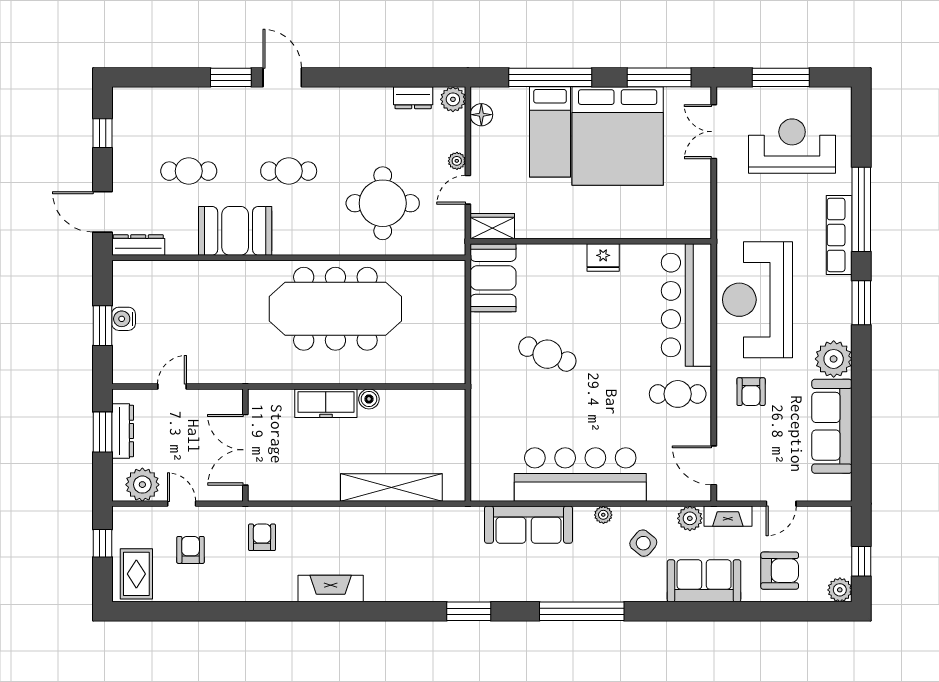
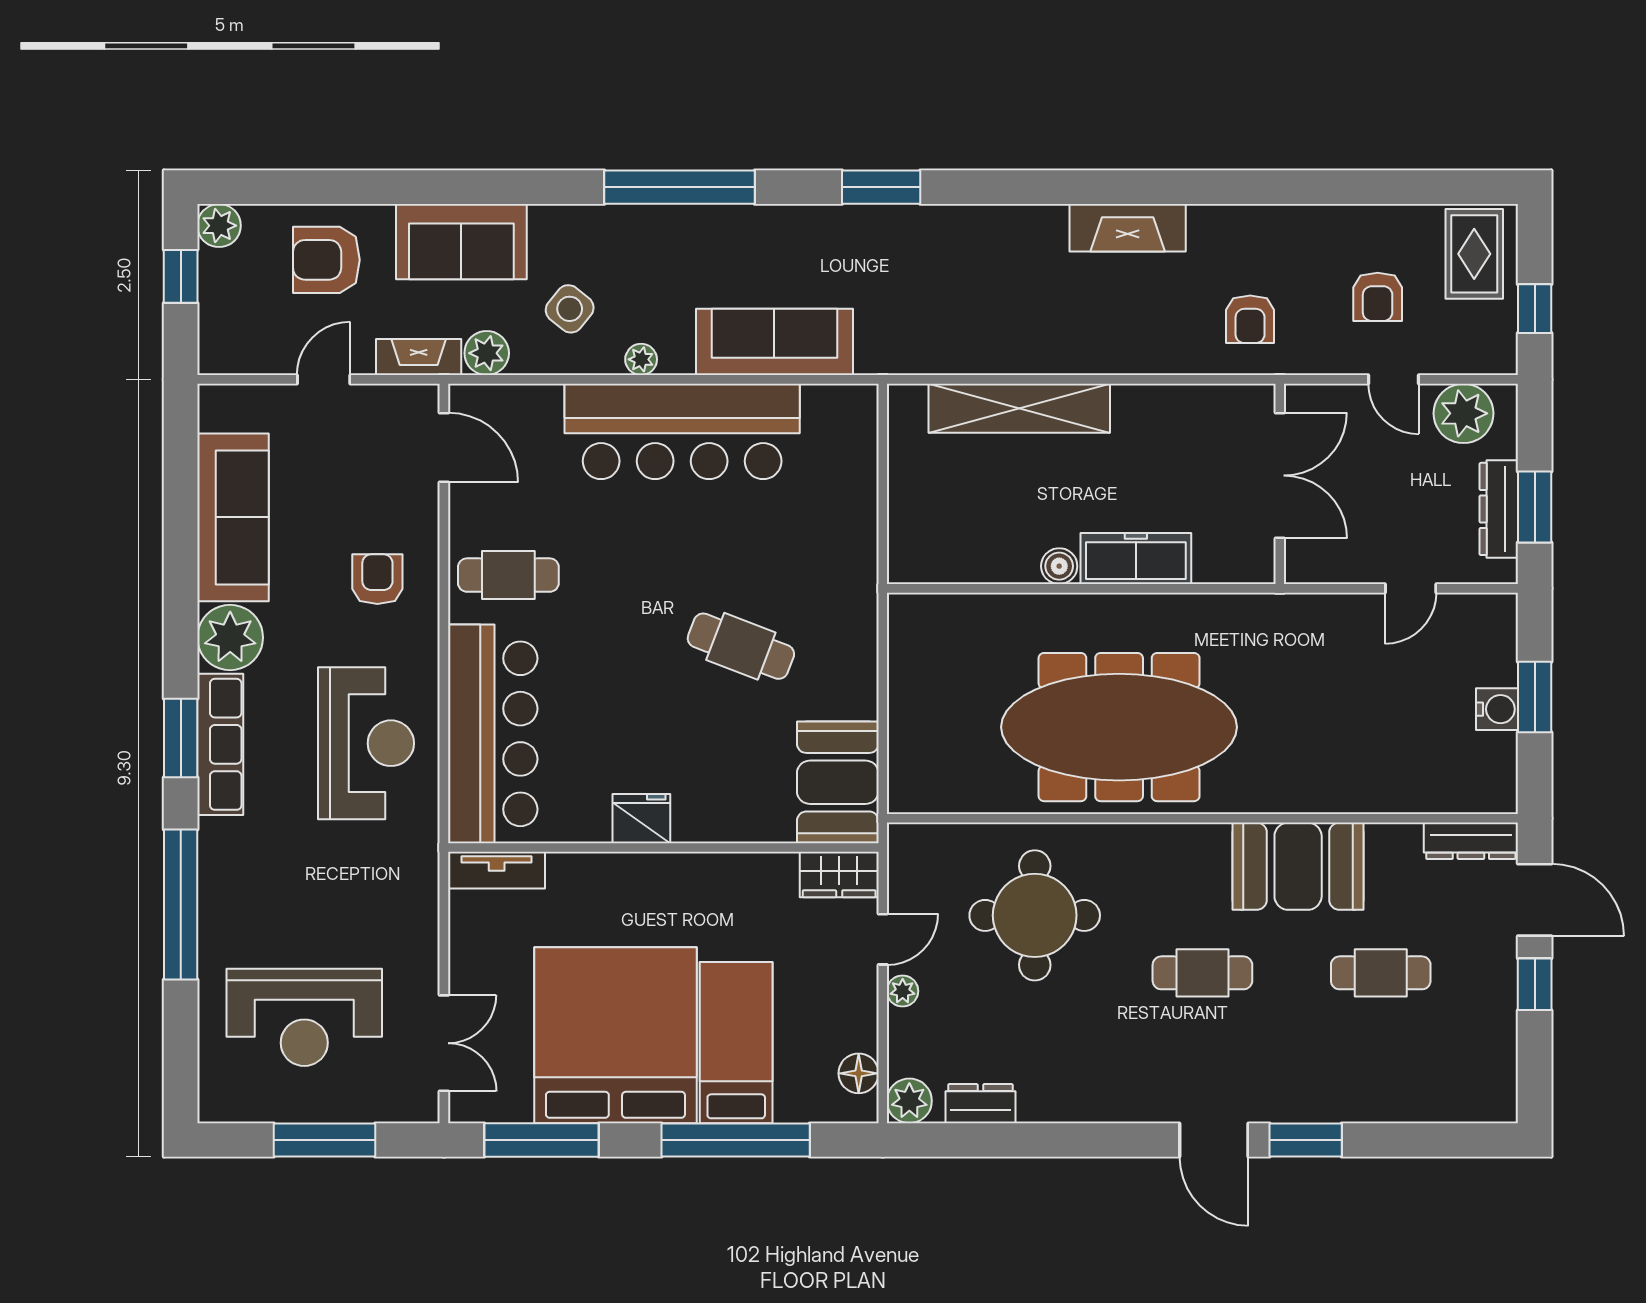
window: (102, 133) -> (1535, 984), moved
tv unit: (684, 229) -> (497, 870), added
row of seats: (839, 235) -> (220, 744), moved
reception desk: (757, 300) -> (366, 743), width x0.74, depth x0.77

